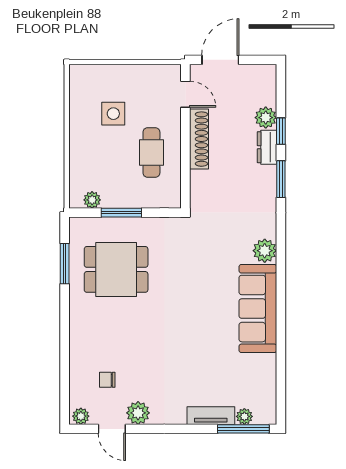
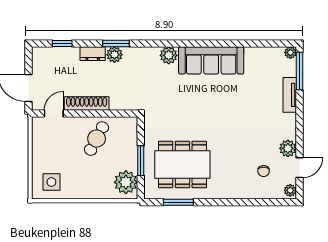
side table: (113, 114) -> (51, 182), moved
plant: (266, 118) -> (114, 55), moved
window: (281, 131) -> (62, 43), moved
cafe table: (151, 153) -> (97, 139), turned -62
plant: (92, 200) -> (126, 182), width x1.87, depth x1.87
dining table: (116, 269) -> (182, 164), width x1.38
plant: (244, 416) -> (290, 53), moved

